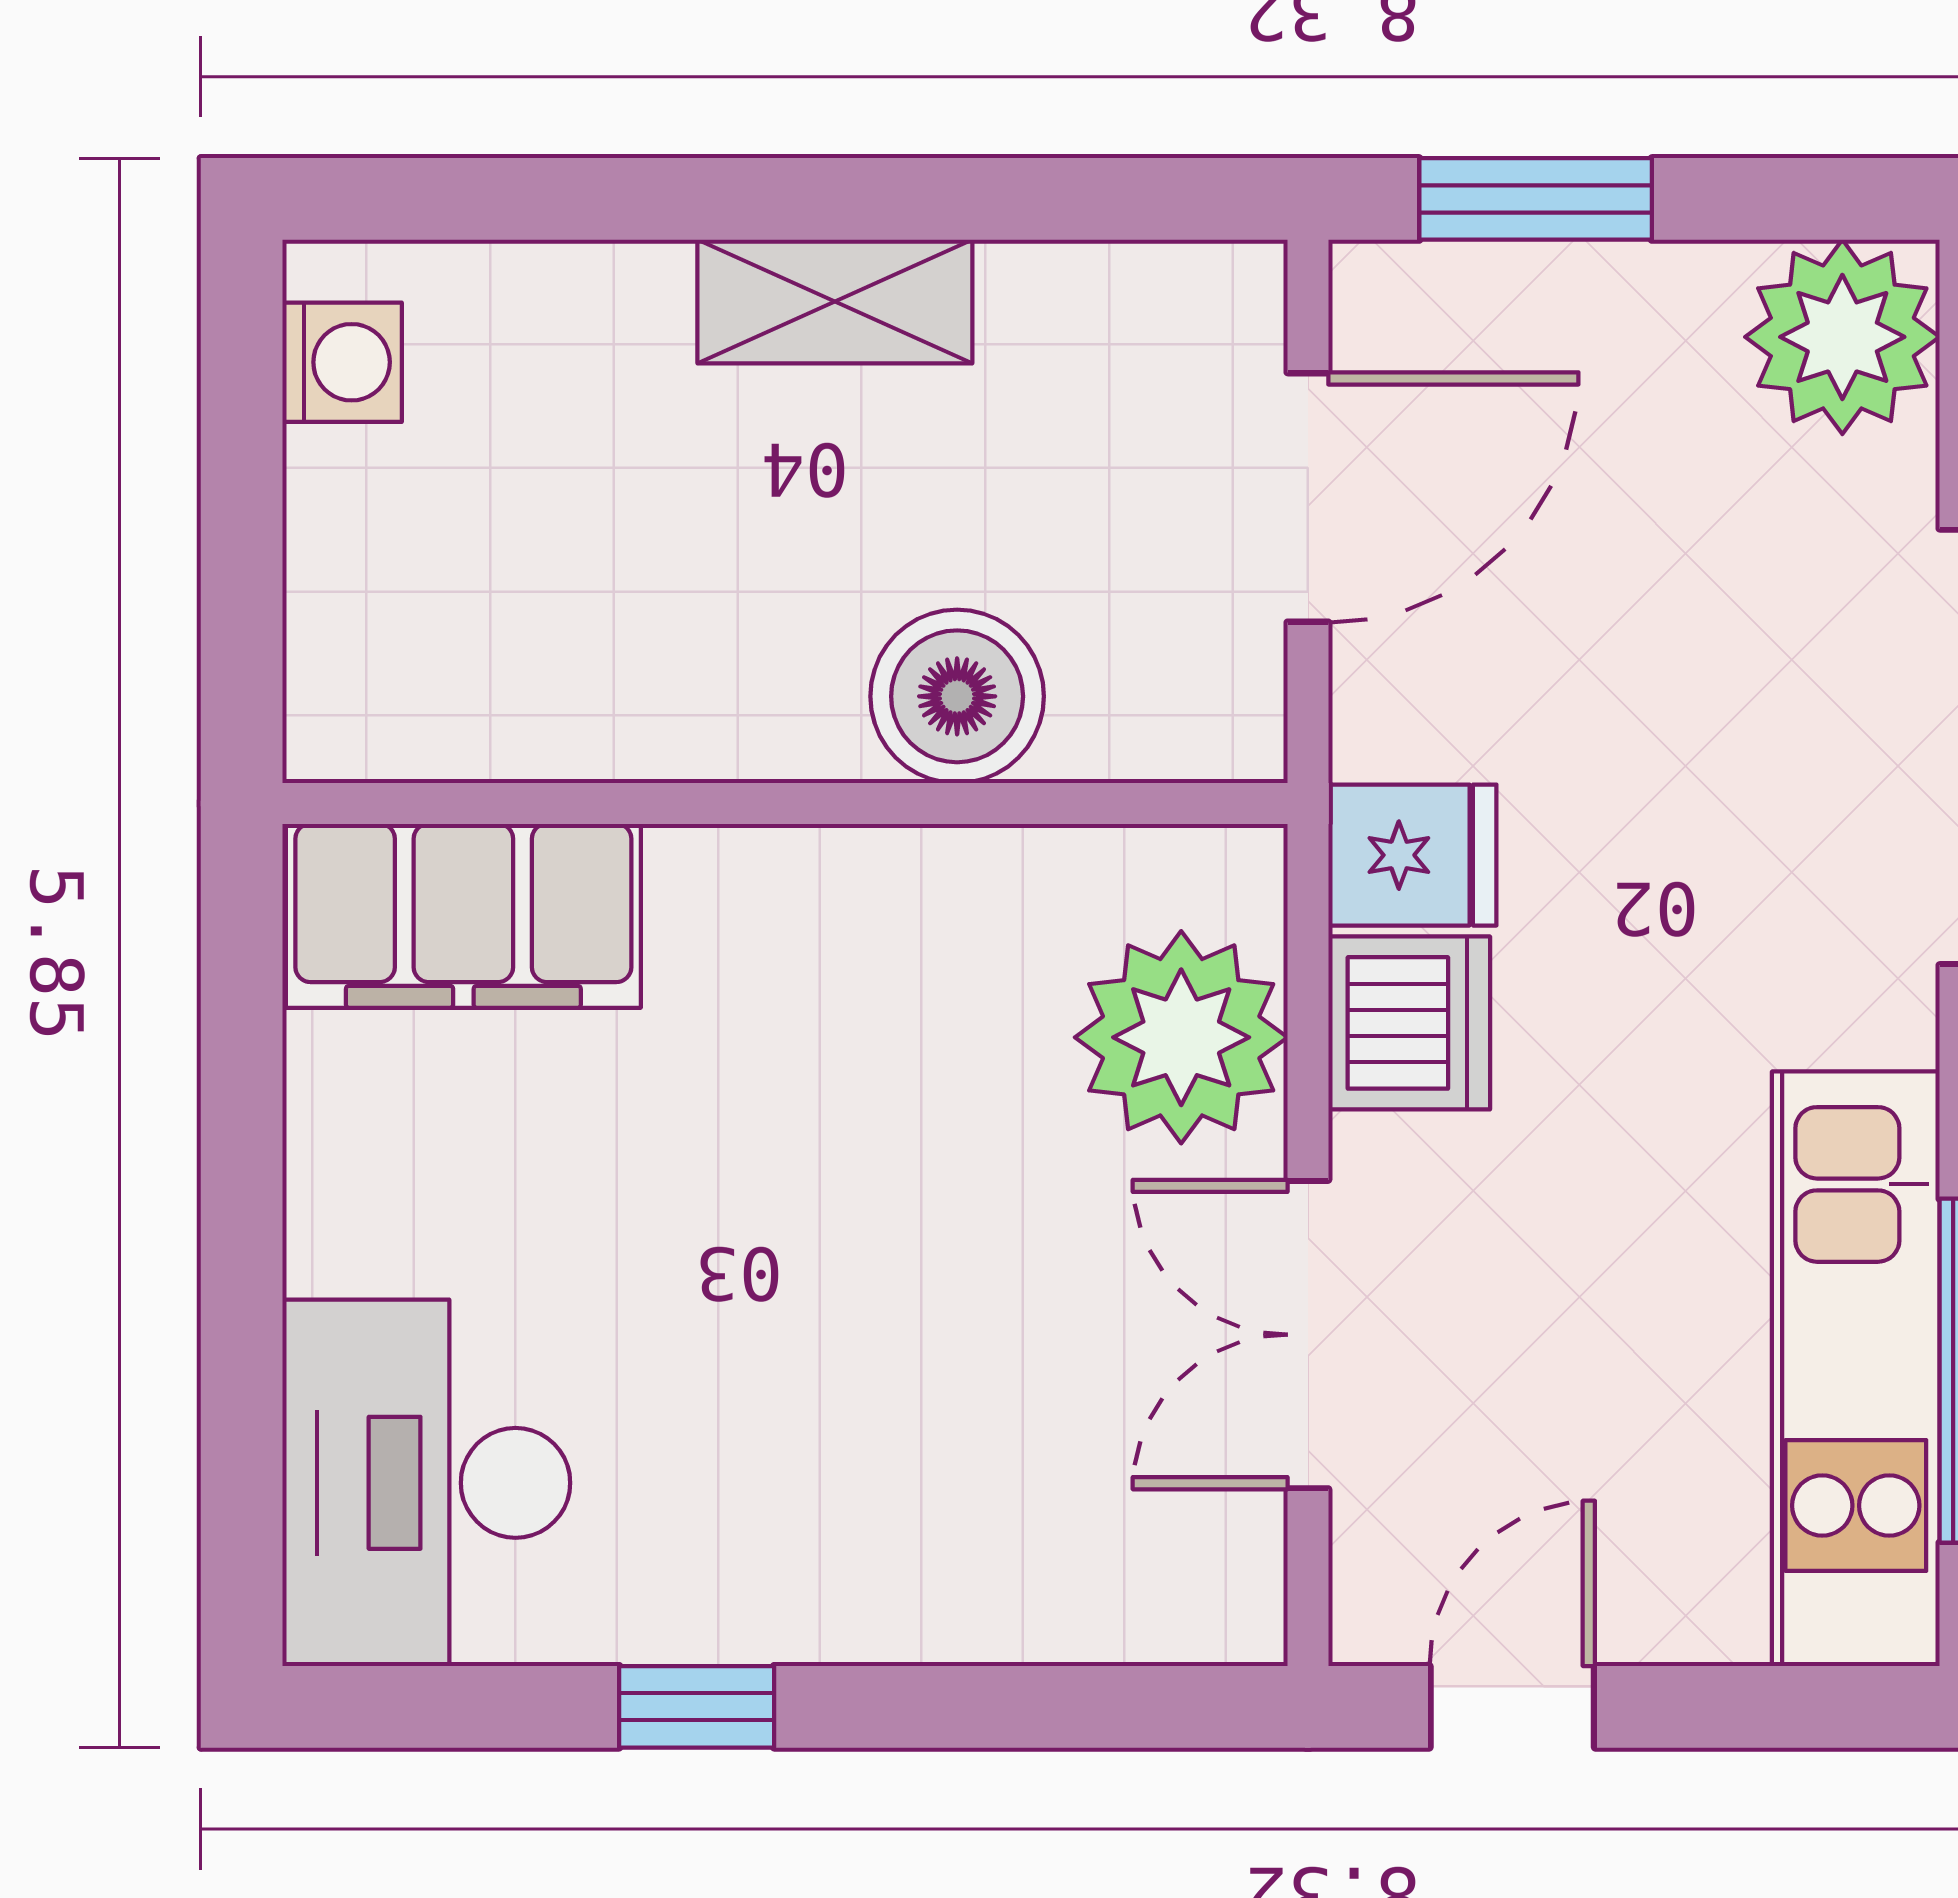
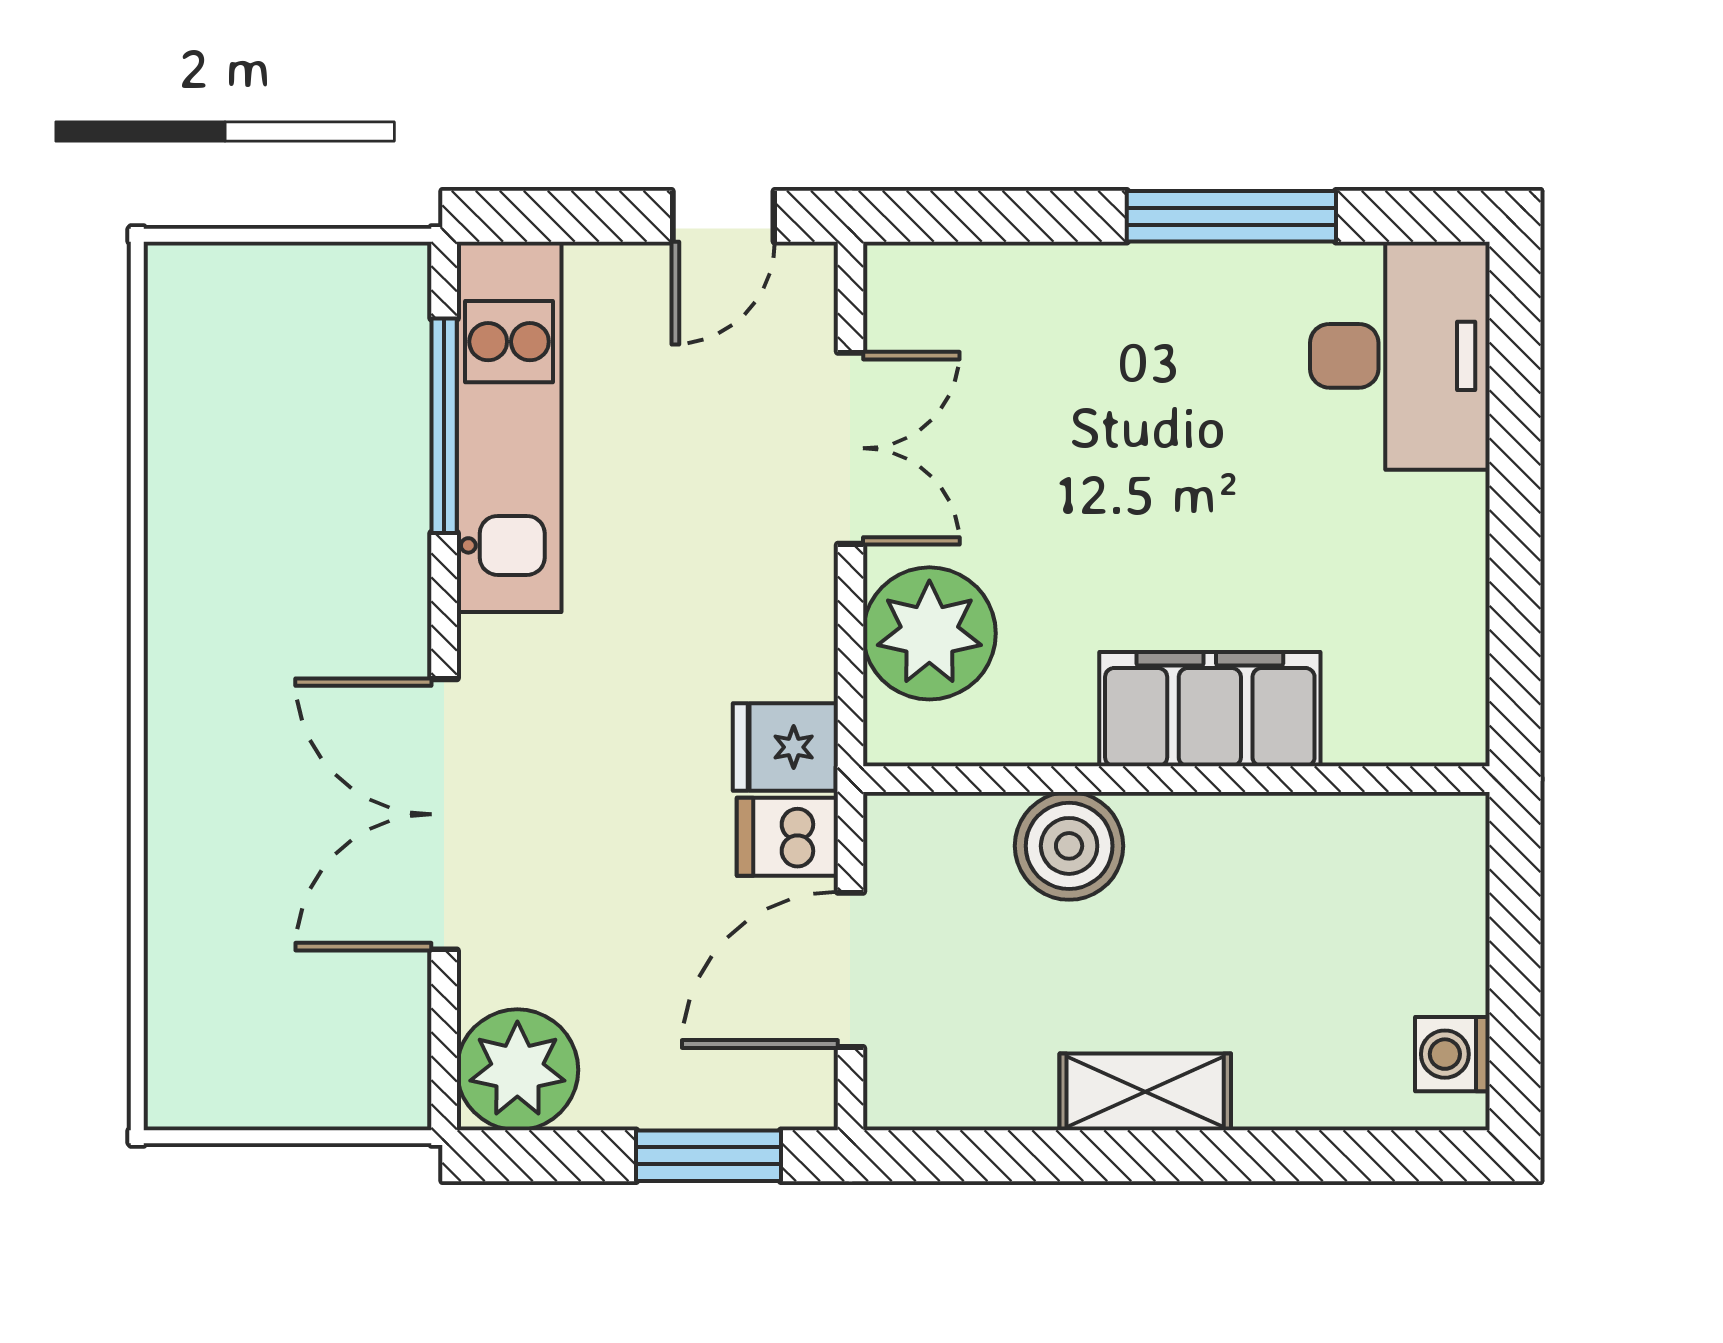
filing cabinet: (463, 916) -> (1210, 709), moved
dishwasher: (1409, 1023) -> (787, 837), moved, width x0.73
window: (697, 1707) -> (1231, 216), width x2.17

